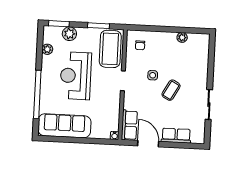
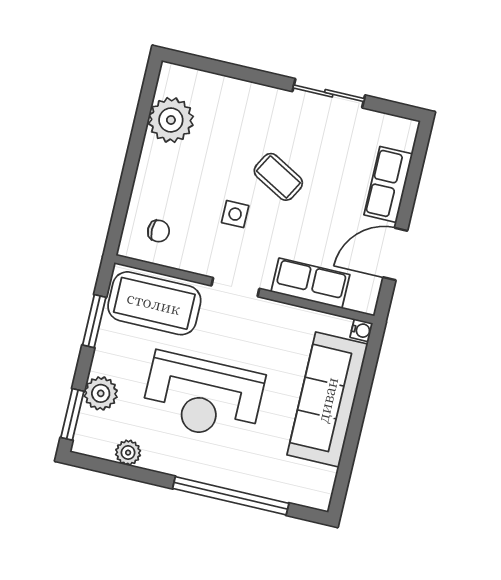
plant: (182, 37) -> (171, 120), width x1.88, depth x1.88
row of seats: (129, 125) -> (310, 283), moved
sofa: (64, 126) -> (327, 400), moved

